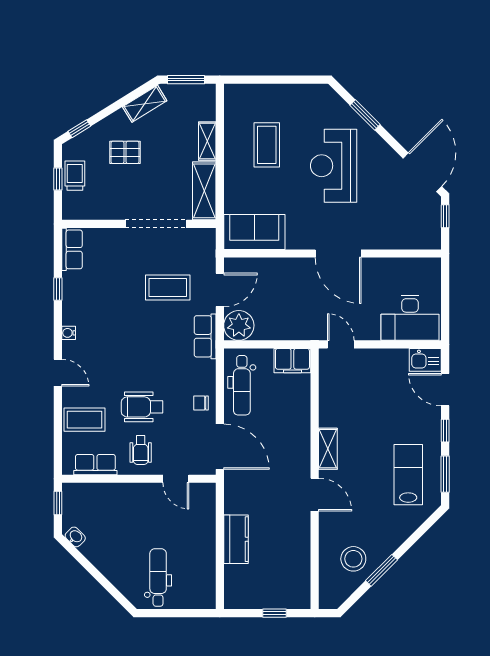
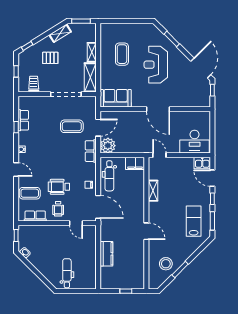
trolley: (75, 176) -> (34, 84), moved
row of seats: (72, 249) -> (23, 120), moved
shelving: (328, 449) -> (153, 191), moved

